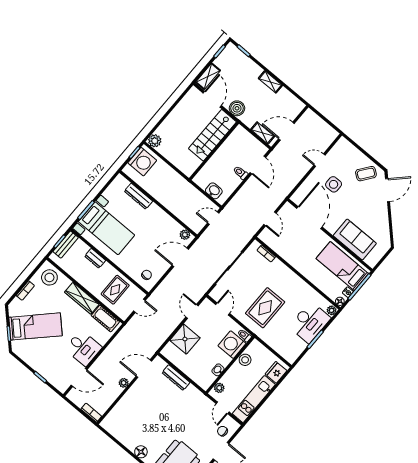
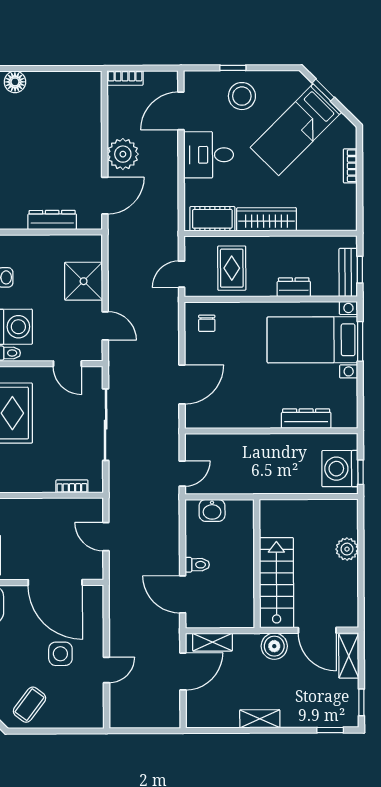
plant: (155, 141) -> (347, 549), moved
plant: (185, 235) -> (201, 420), removed
stool: (49, 277) -> (242, 96), moved
plant: (124, 383) -> (123, 154), width x1.88, depth x1.88

